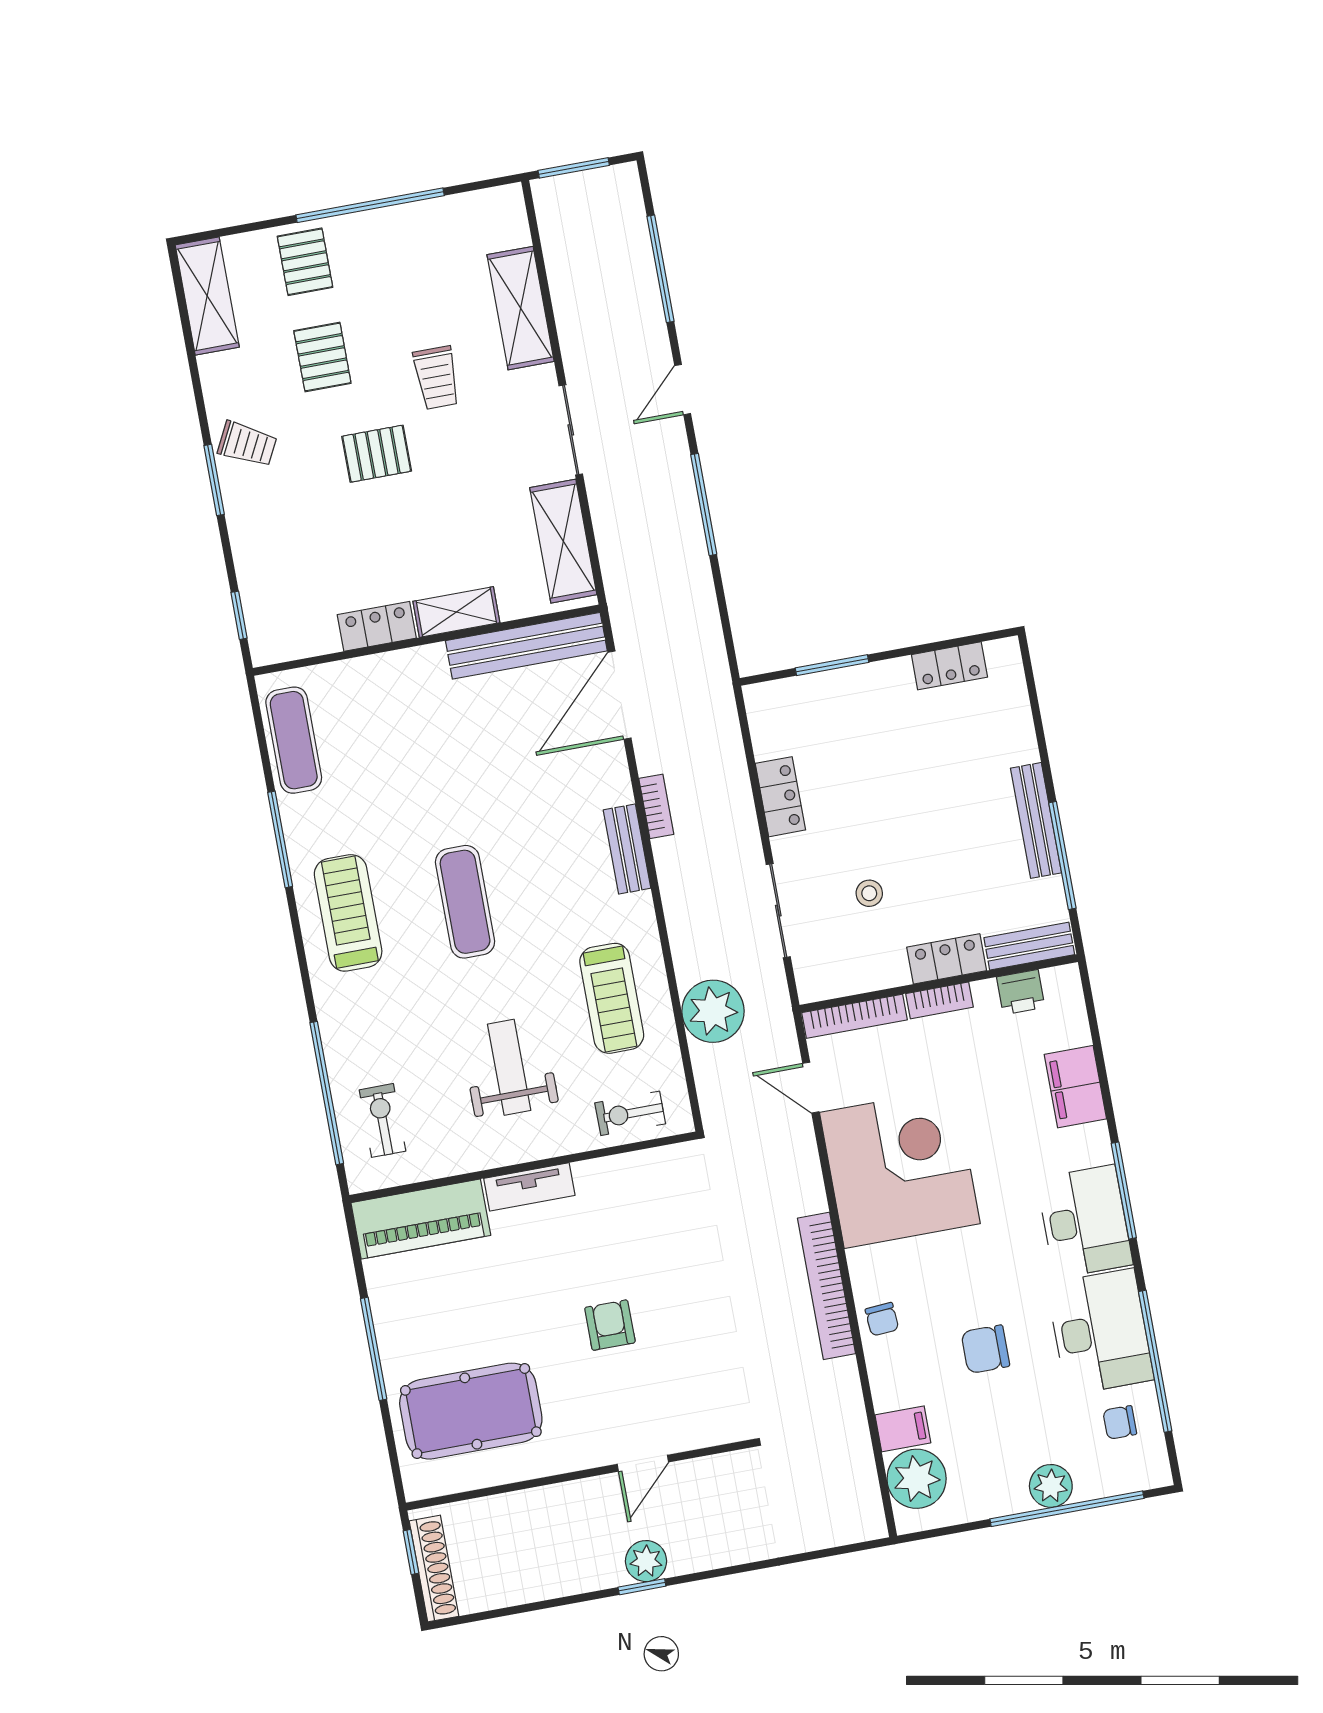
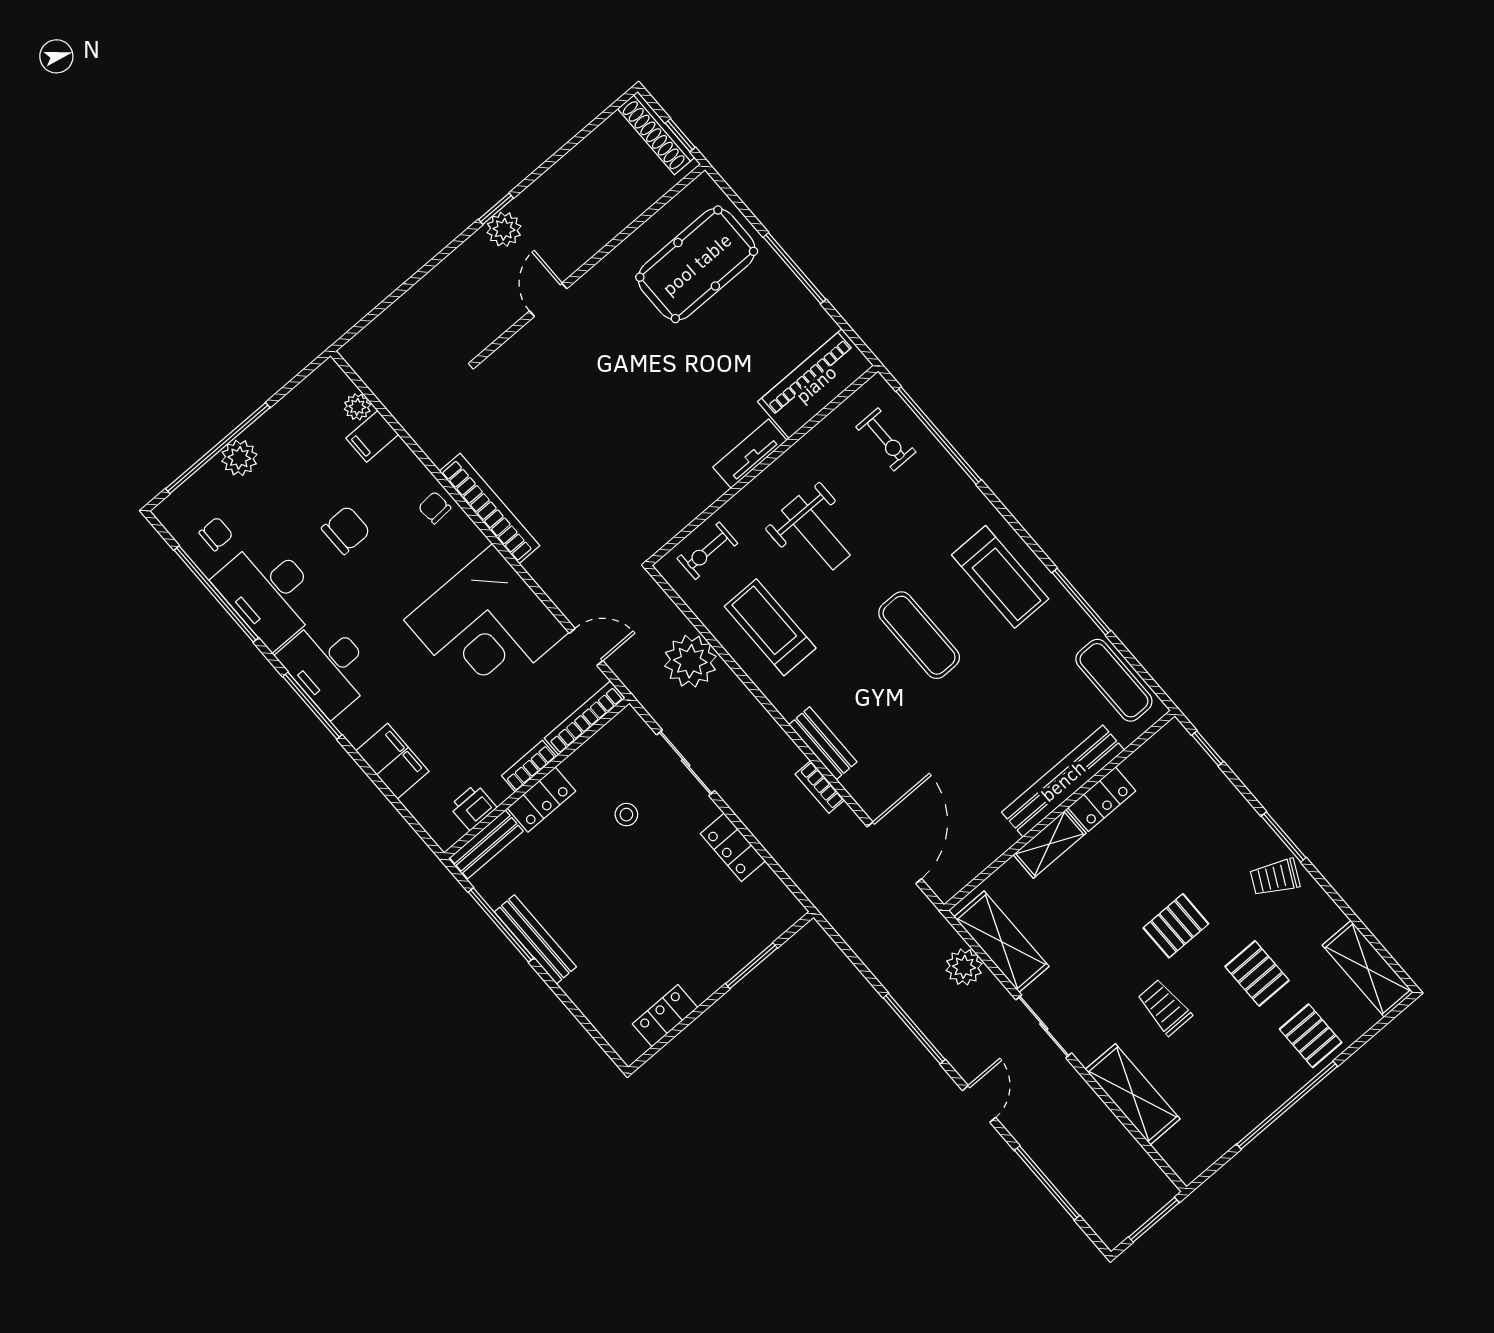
plant: (617, 538) -> (964, 967), added
bench: (526, 646) -> (1063, 781), moved
exercise bike: (630, 1113) -> (707, 551), turned 180
armchair: (610, 1325) -> (632, 387), removed
plant: (917, 1479) -> (357, 407), width x0.53, depth x0.53

